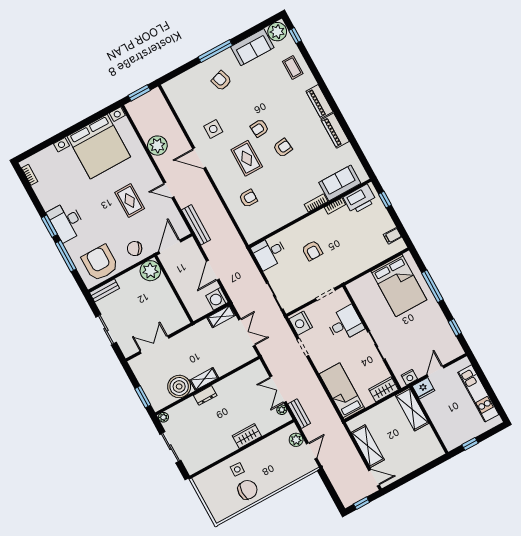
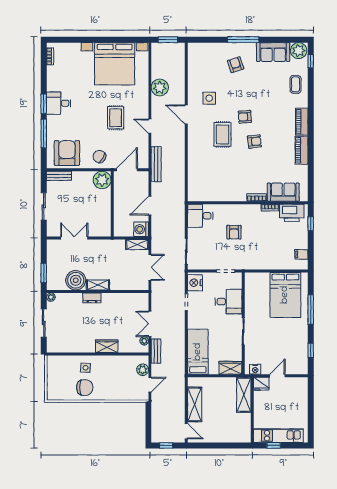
armchair: (248, 198) -> (207, 166), removed
desk: (66, 221) -> (59, 103), width x0.73
kitchen unit: (478, 393) -> (278, 436), moved, turned 90

